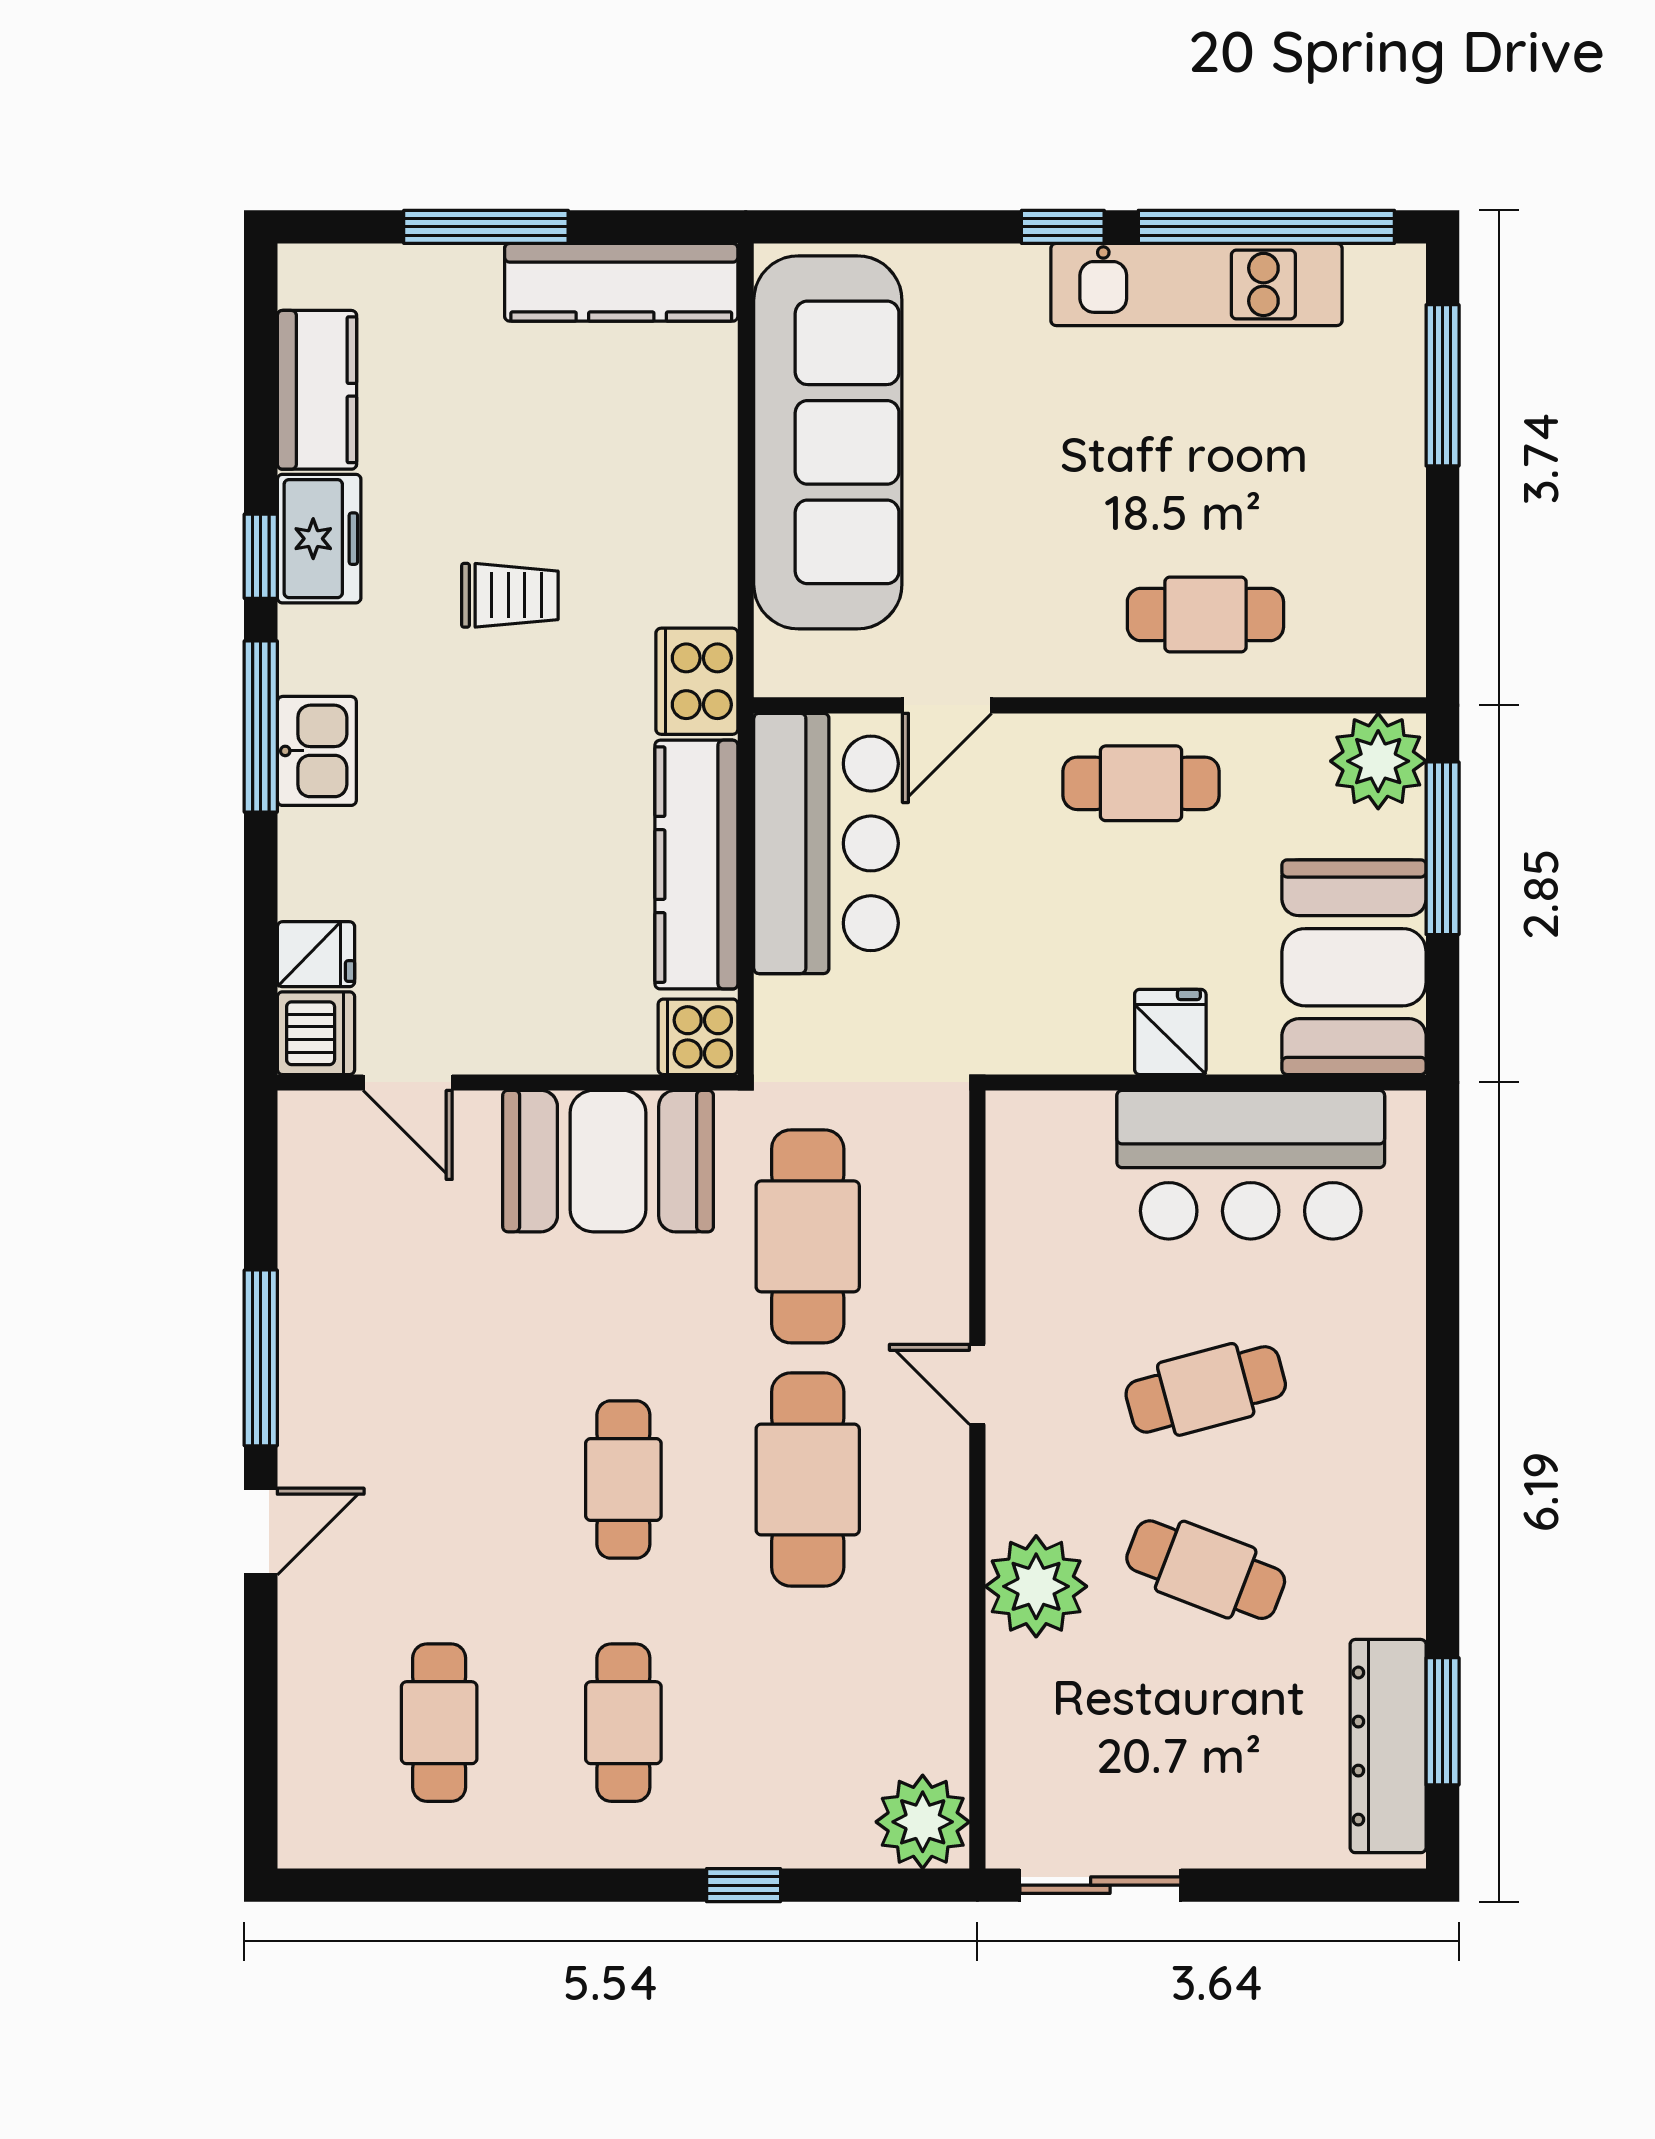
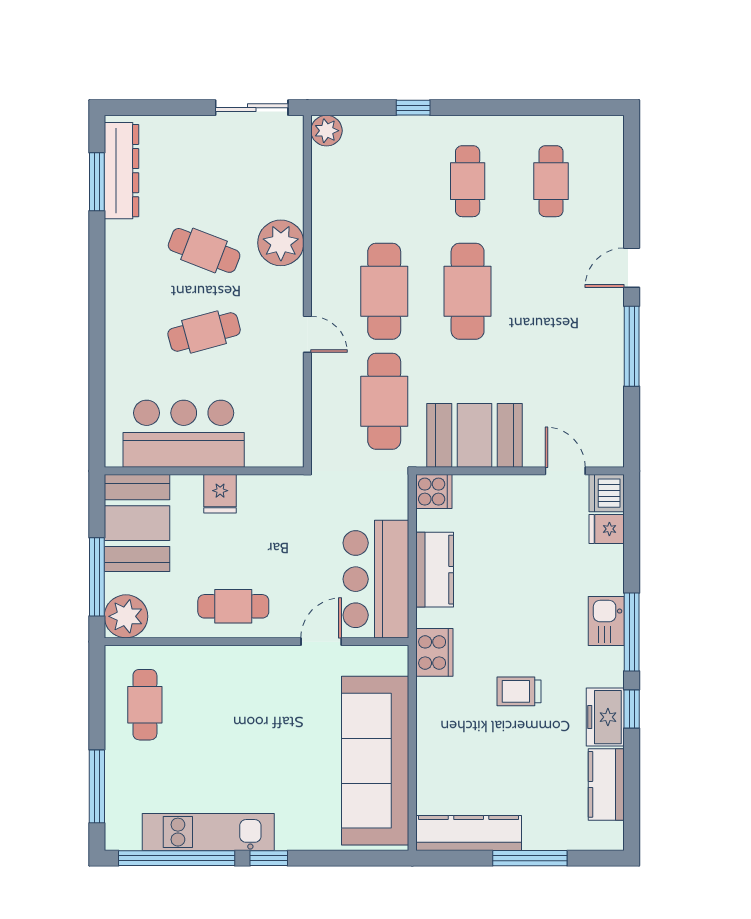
cafe table: (1205, 614) -> (145, 705), moved, turned 90
kitchen counter: (696, 865) -> (435, 570), width x0.67
cafe table: (623, 1480) -> (468, 291), width x1.37, depth x1.35
plant: (923, 1822) -> (326, 131), width x0.73, depth x0.73

